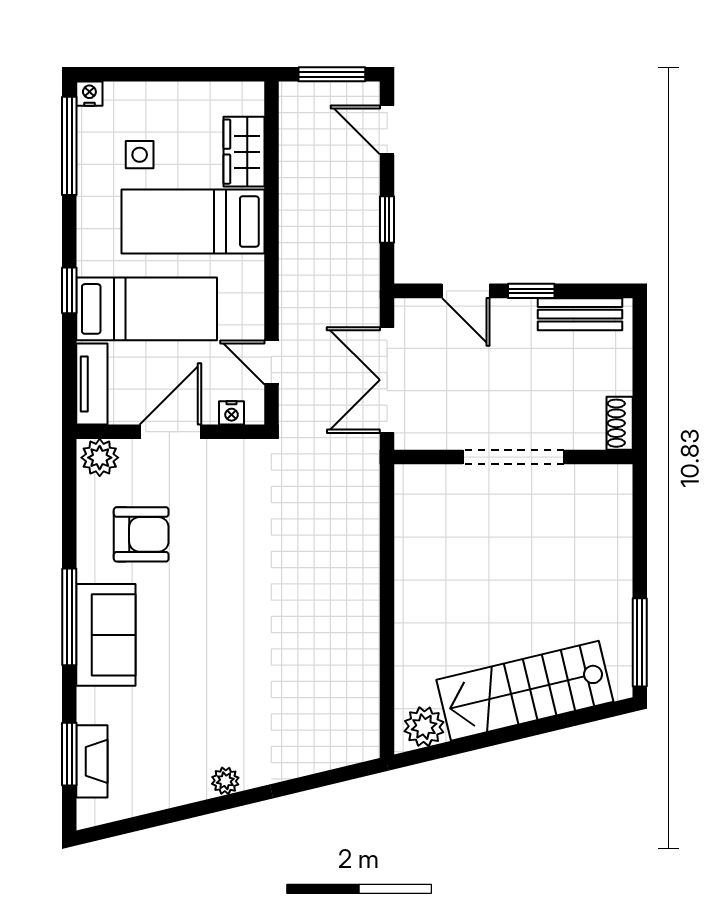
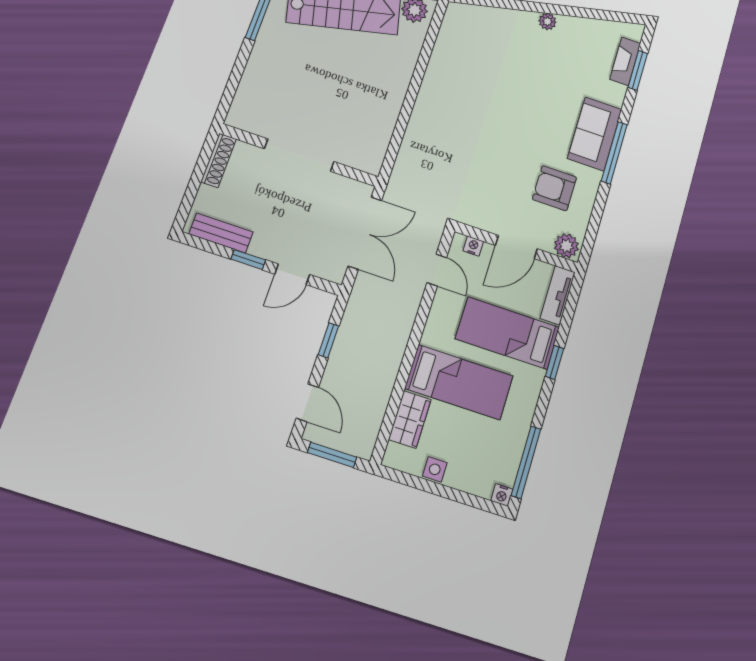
side table: (140, 155) -> (435, 469), moved
door: (466, 291) -> (292, 274), swing flipped
shoe rack: (620, 423) -> (219, 160), width x1.43

